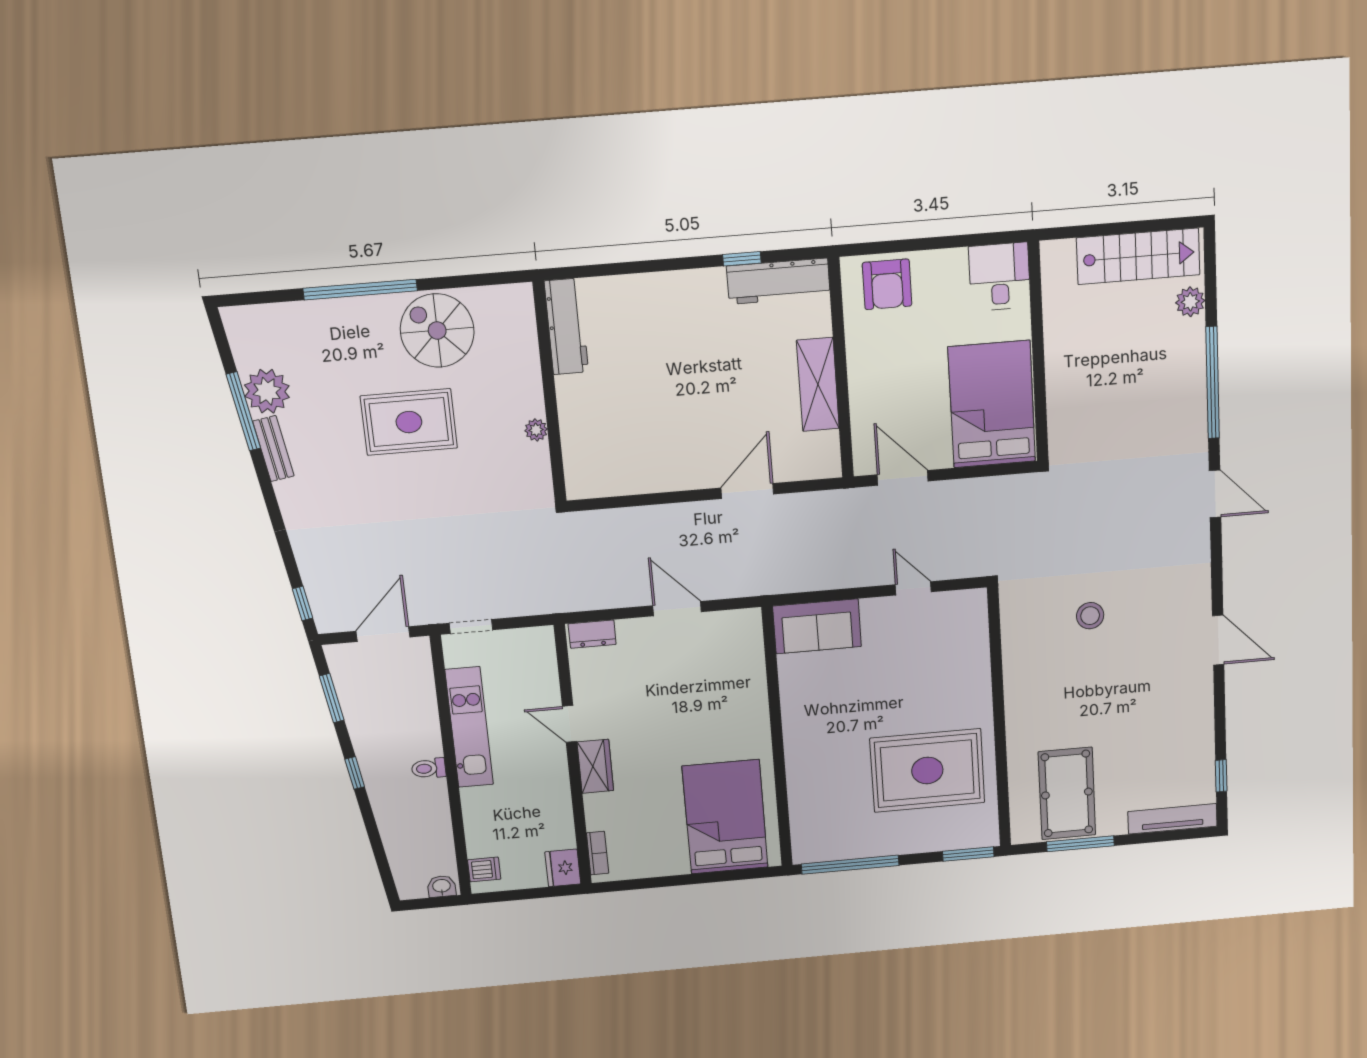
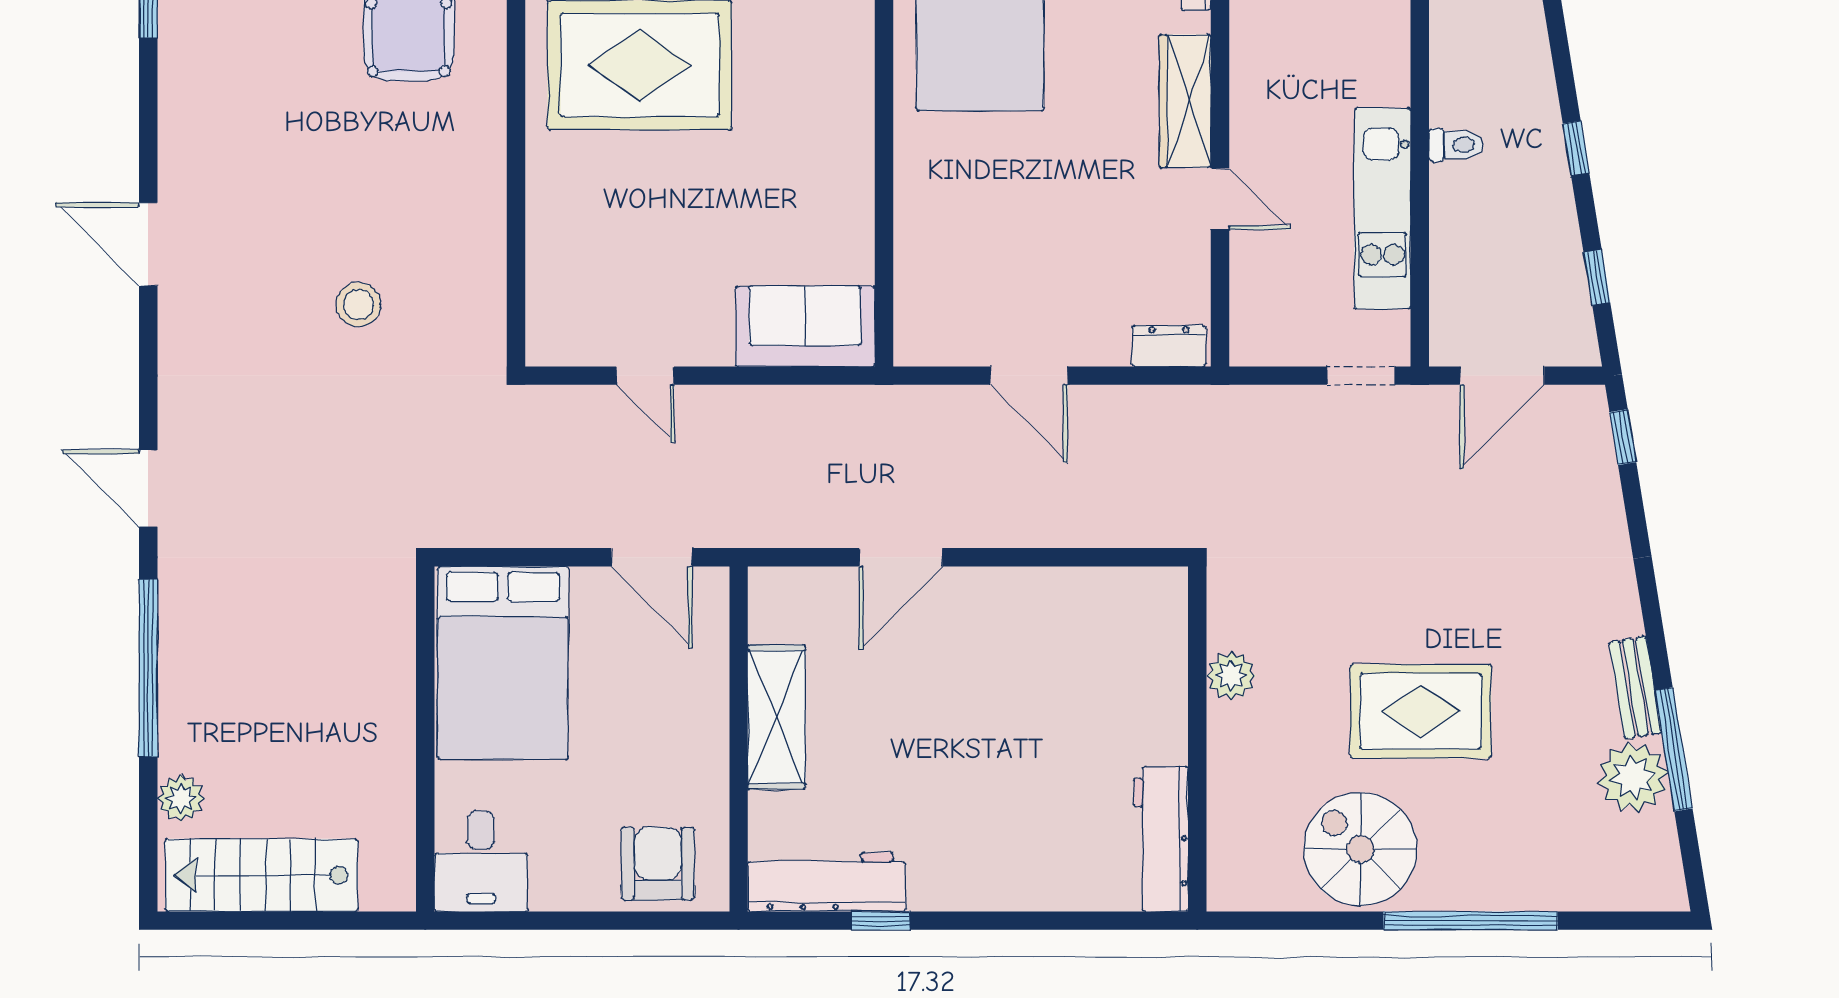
spiral stairs: (437, 330) -> (1360, 849), turned 180
plant: (536, 430) -> (1231, 676), width x1.38, depth x1.38
window: (332, 698) -> (1597, 277), width x0.67
wardrobe: (595, 766) -> (1185, 101), width x1.50

